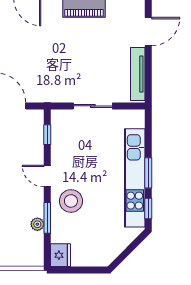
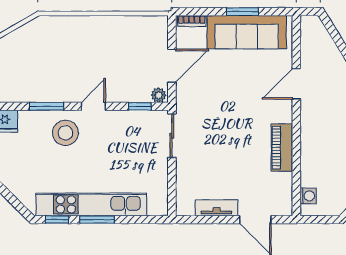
tv unit: (138, 74) -> (216, 208), width x0.71
sliding door: (93, 106) -> (172, 136), moved
plant: (37, 224) -> (159, 95), moved

